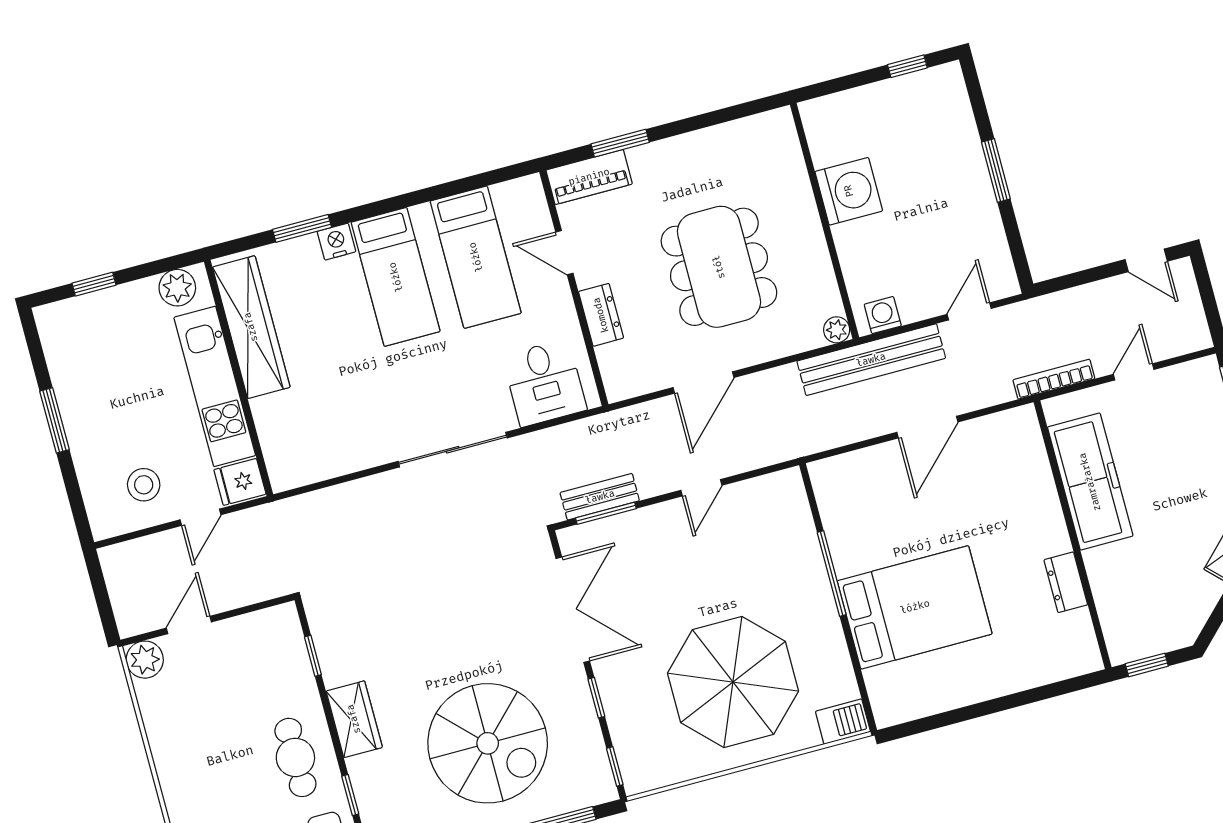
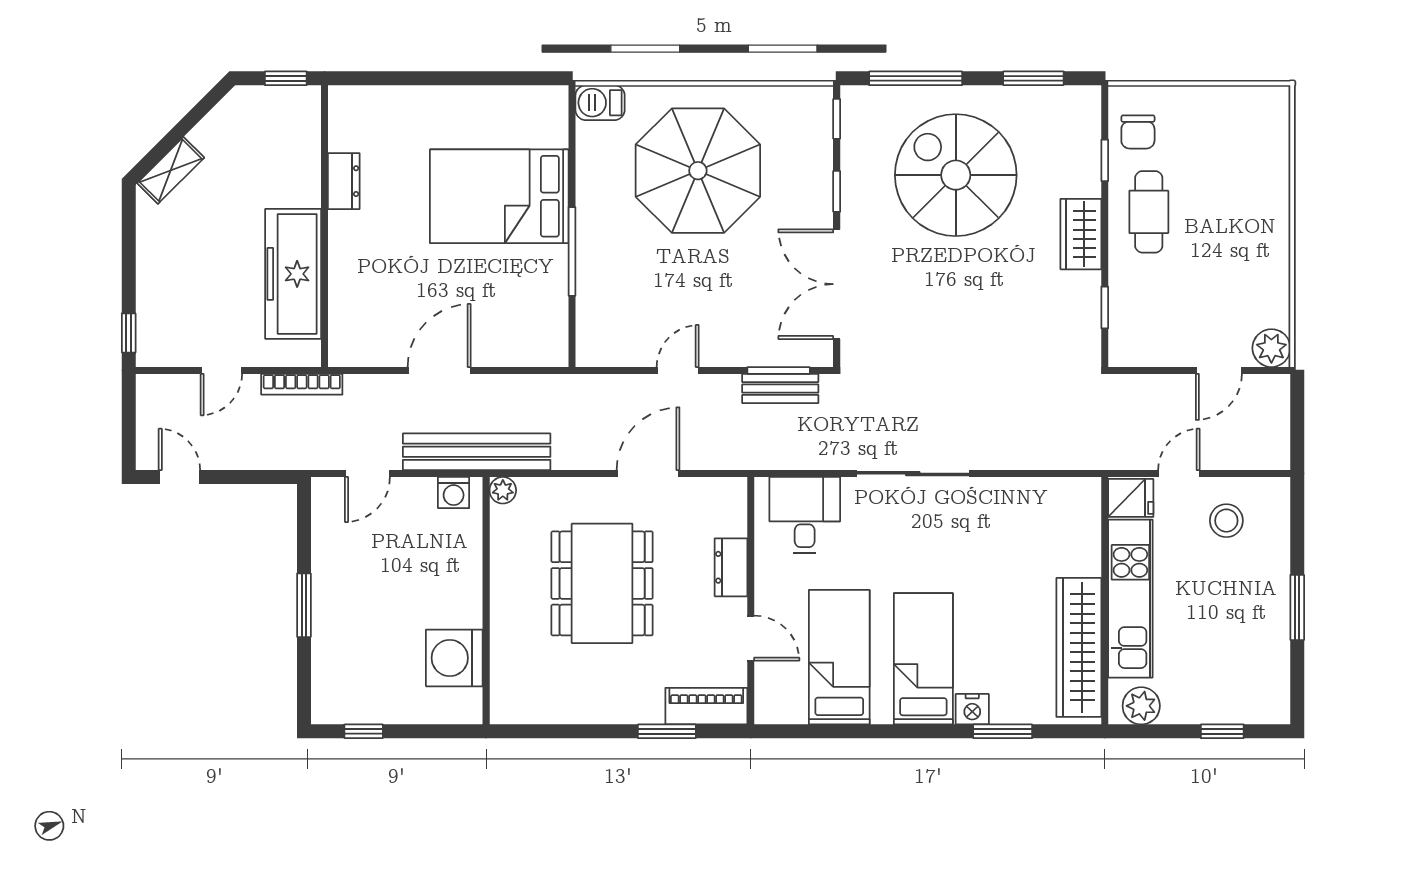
washing machine: (849, 191) -> (454, 658), moved

